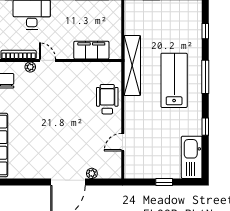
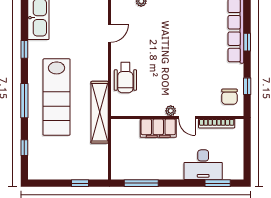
filing cabinet: (91, 50) -> (158, 128), moved
plant: (30, 67) -> (171, 111), moved
lab bench: (174, 80) -> (57, 97), width x1.36

